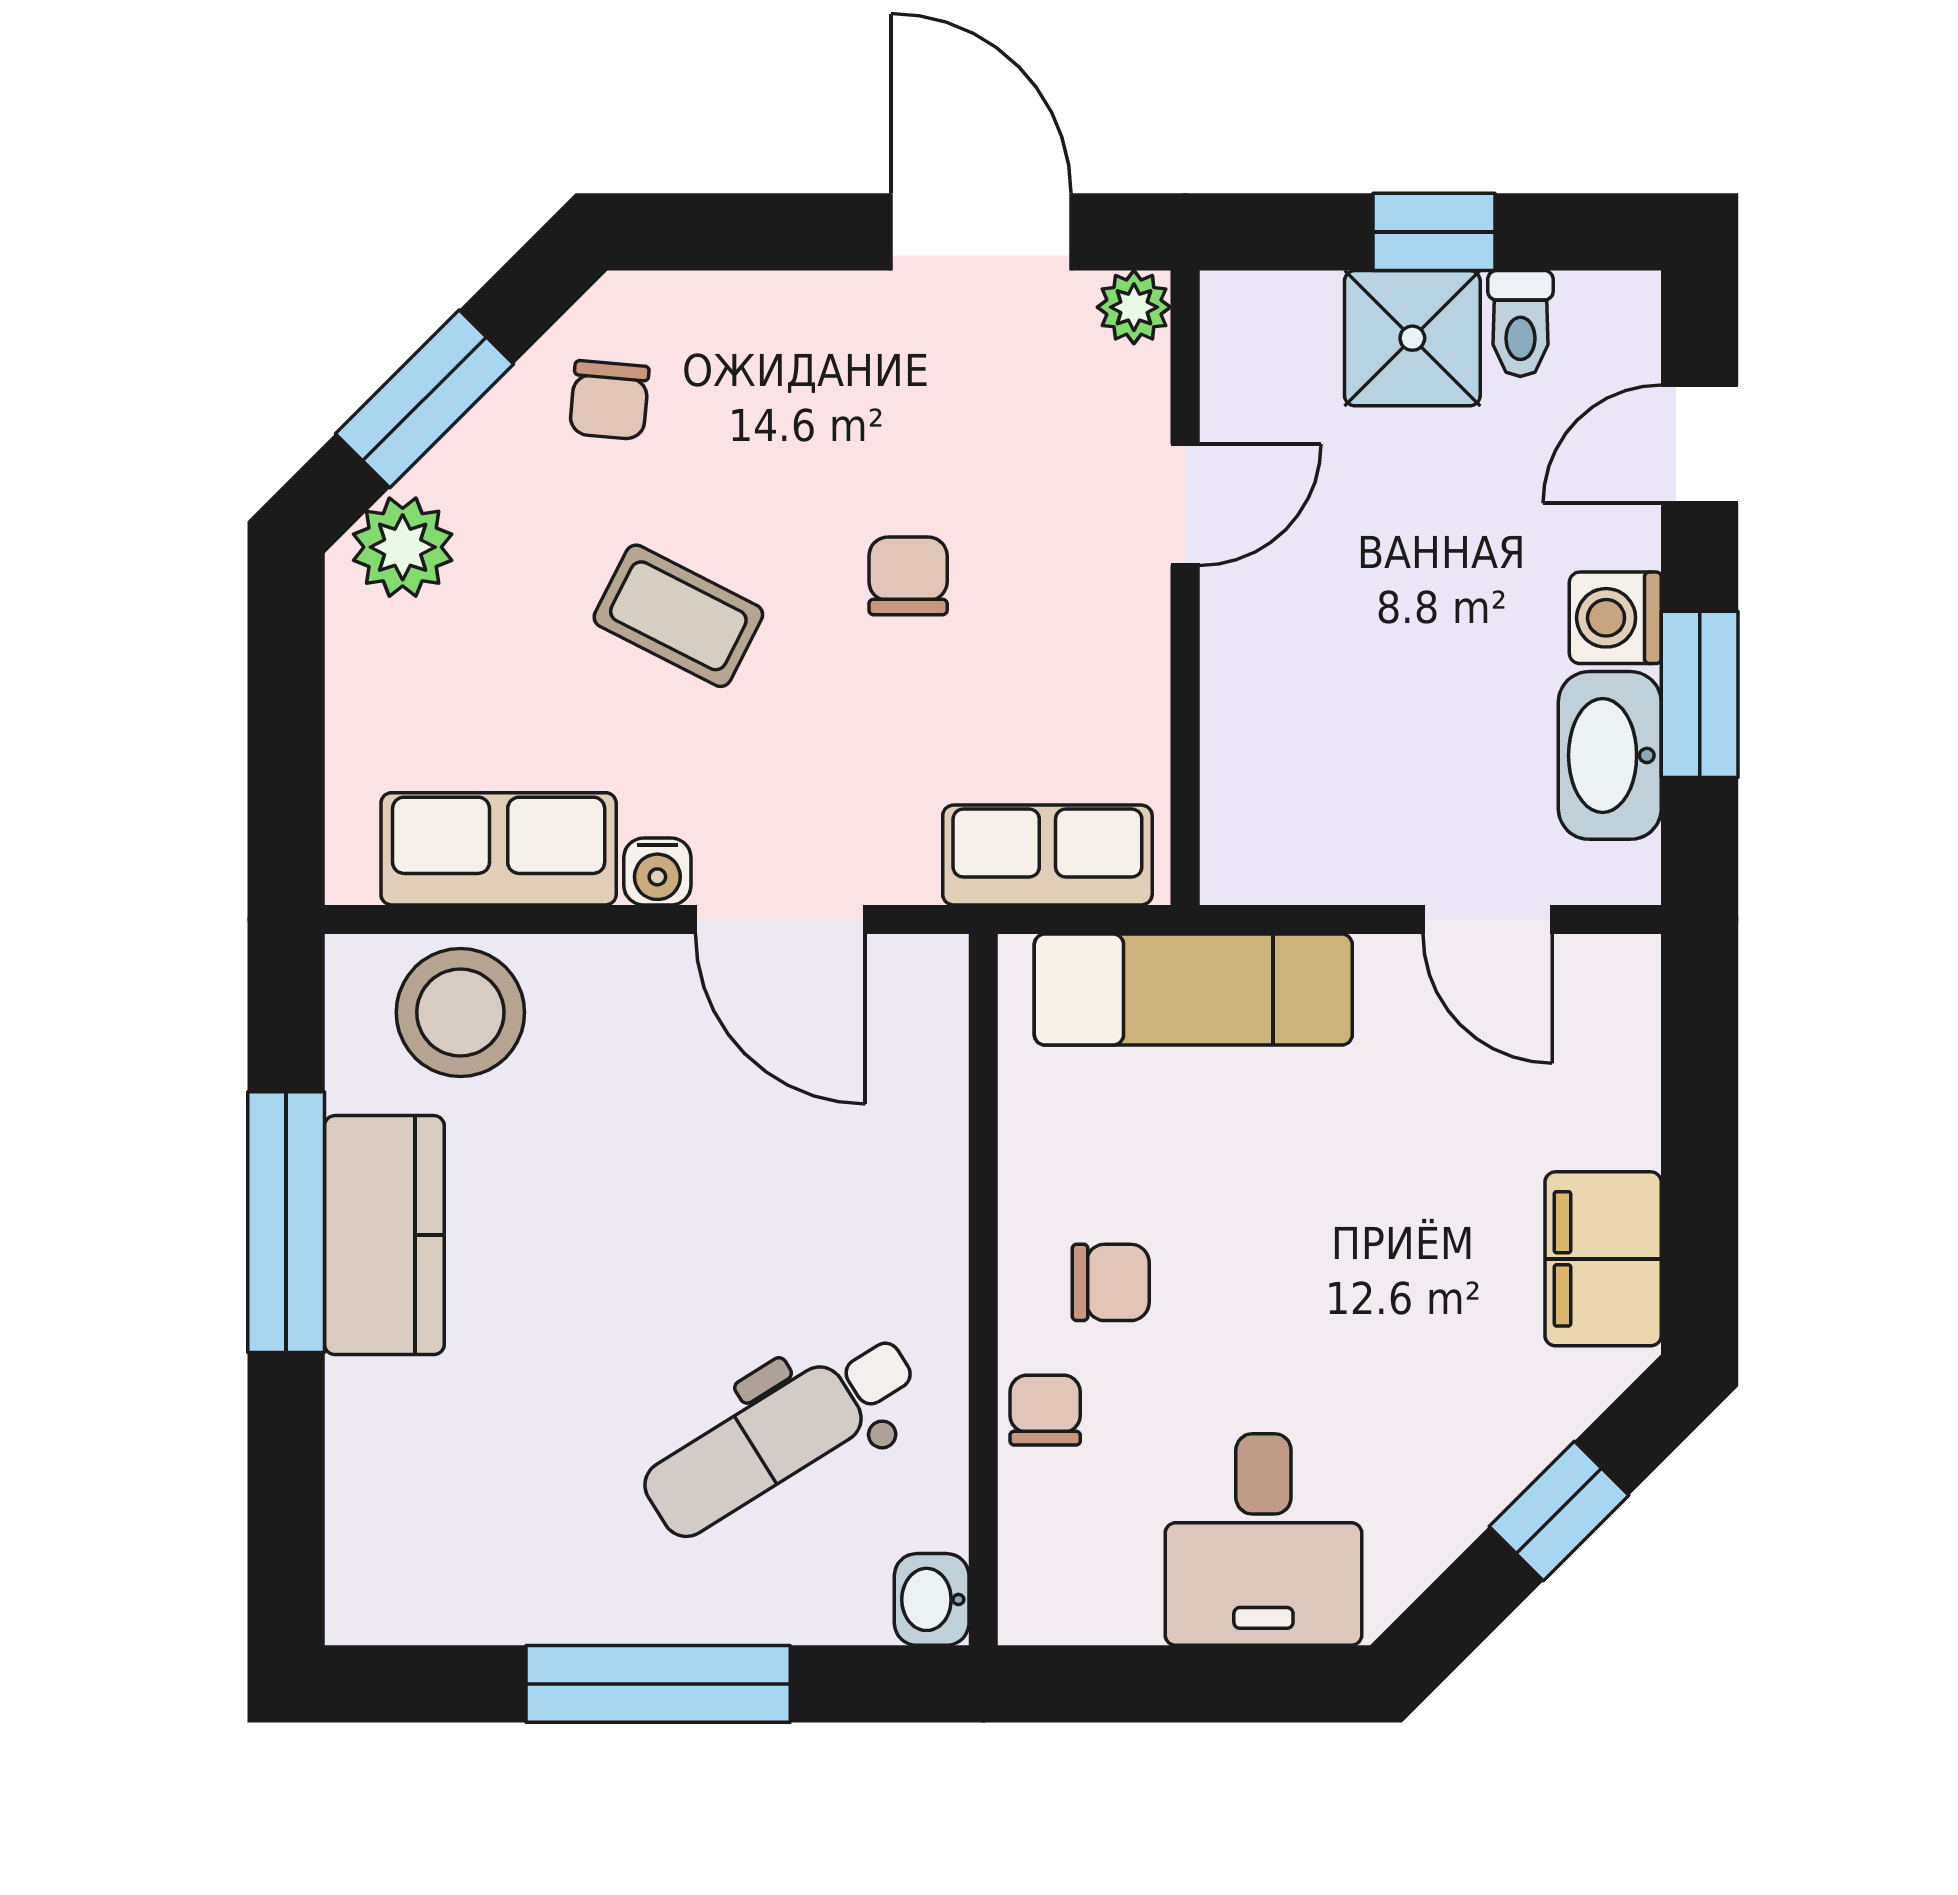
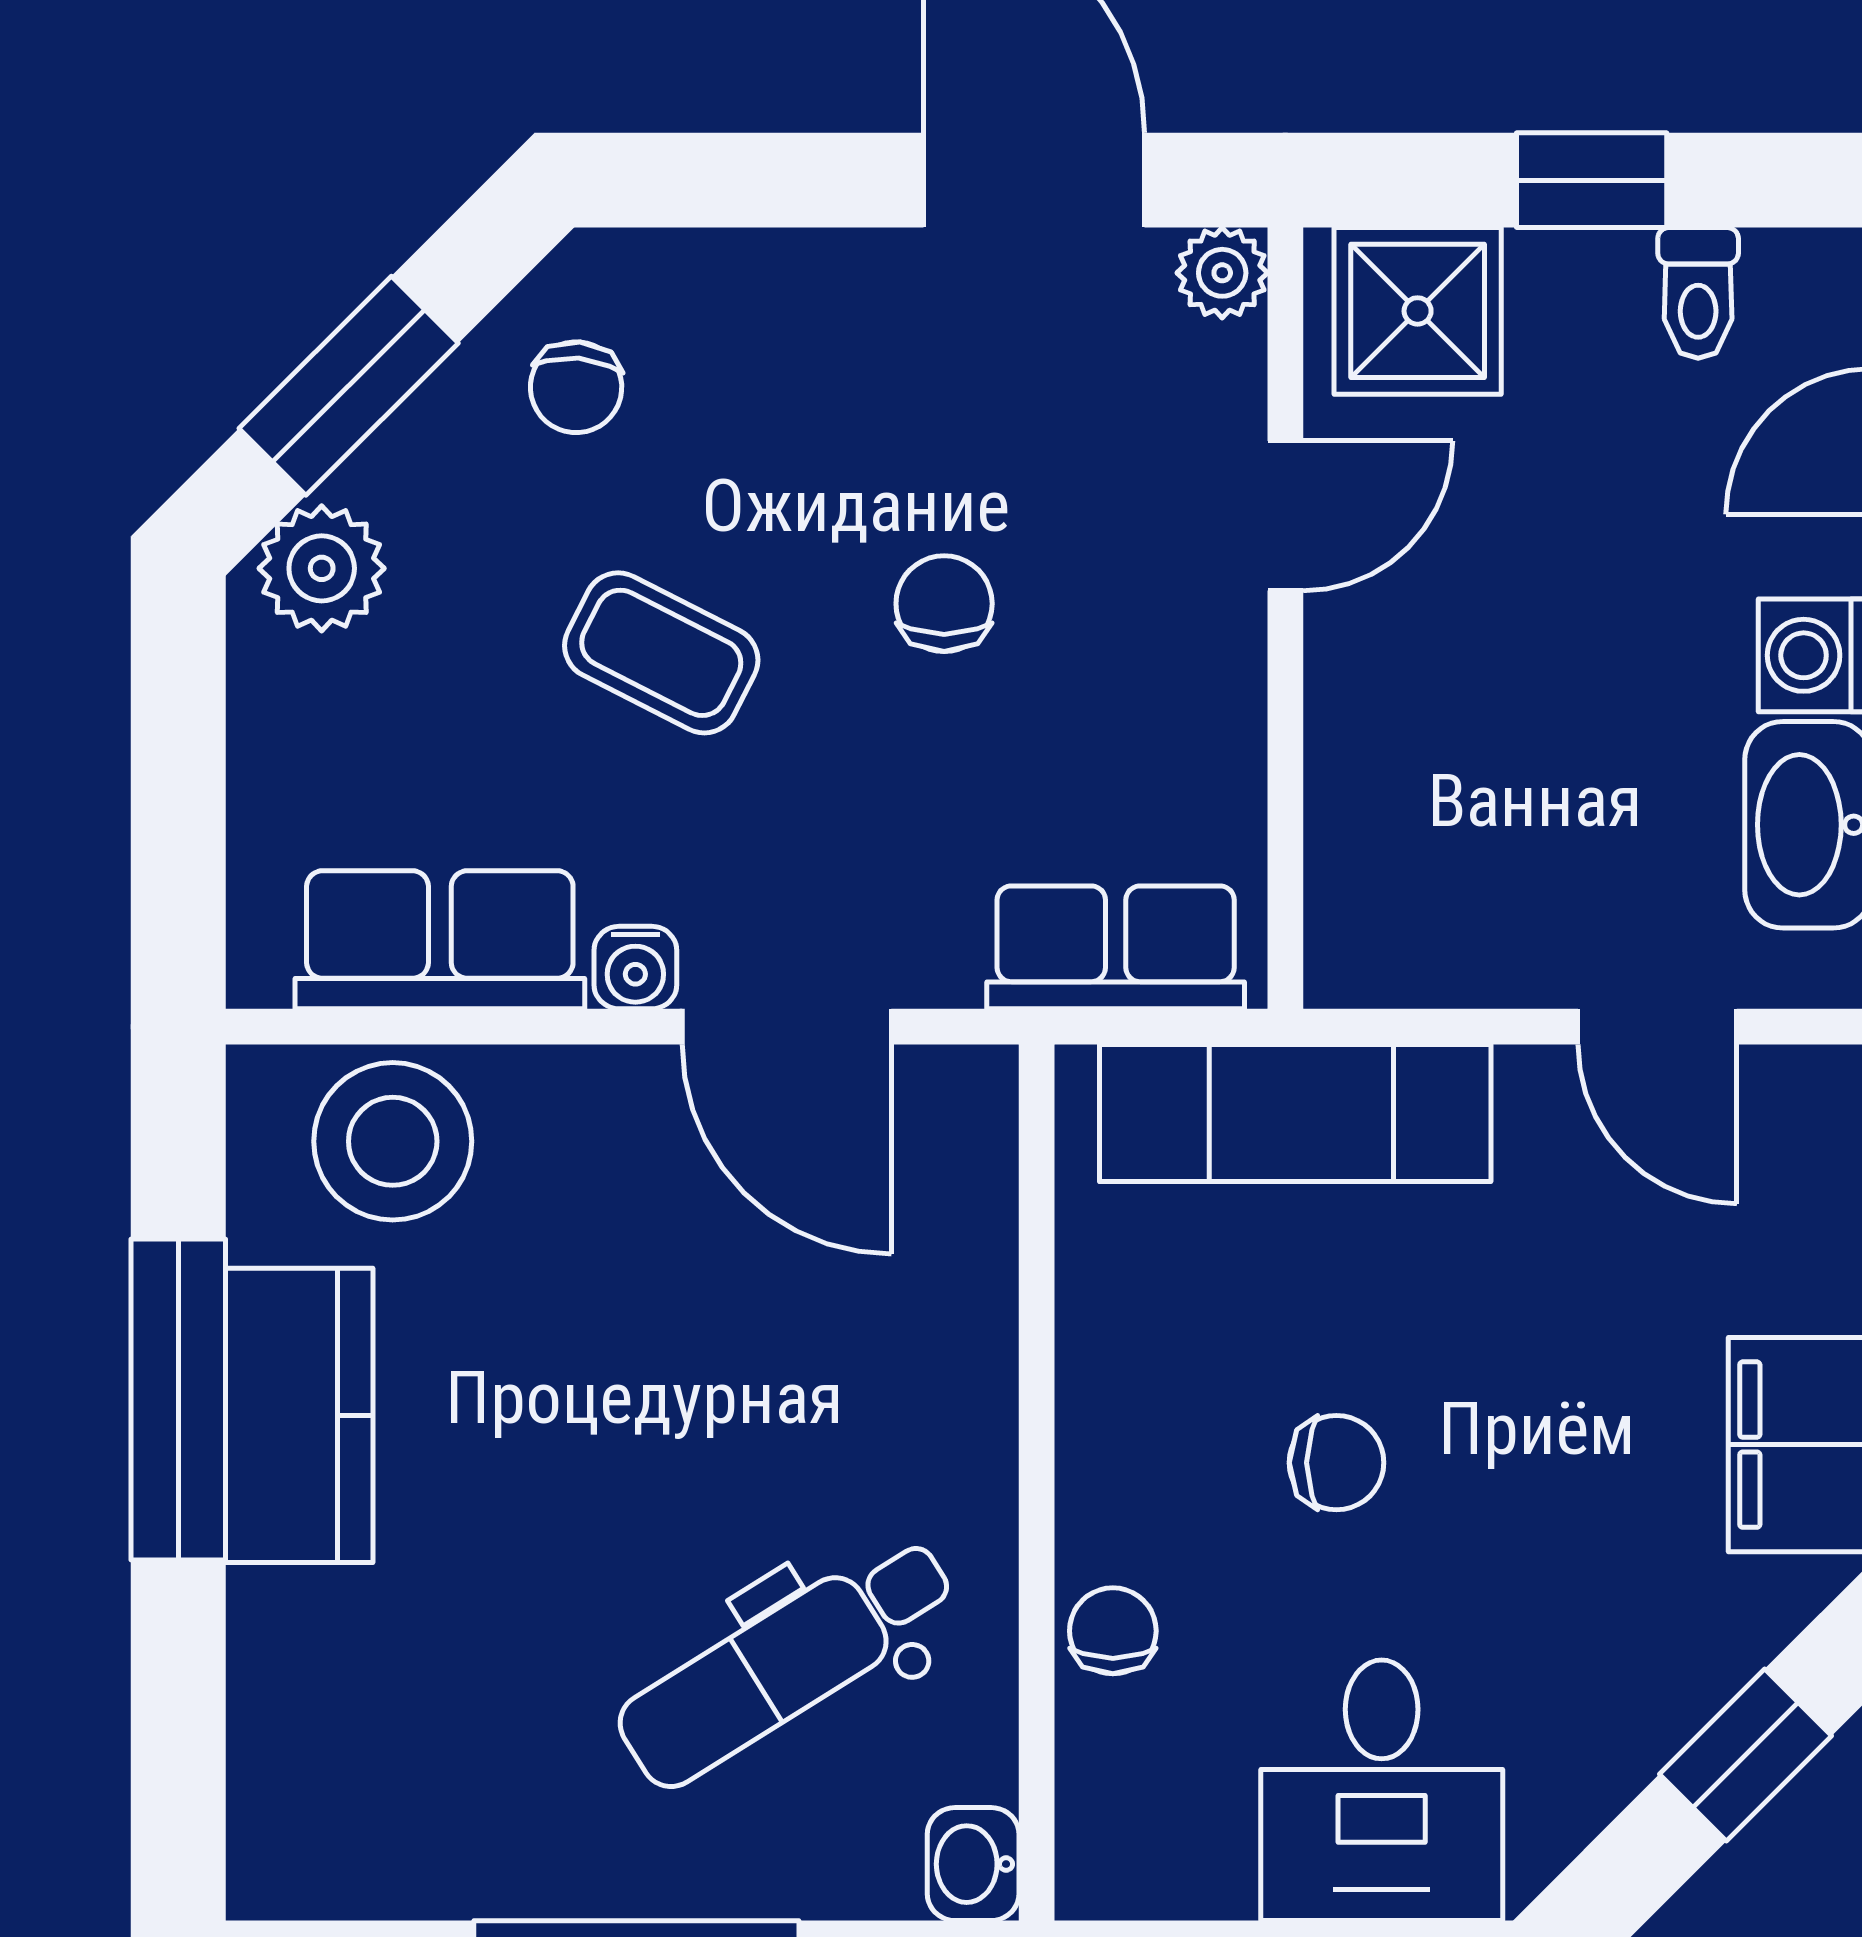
shower: (1412, 338) -> (1418, 311), moved
chair: (1111, 1282) -> (1336, 1463), moved

